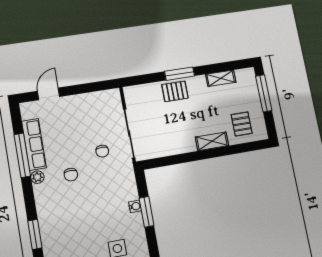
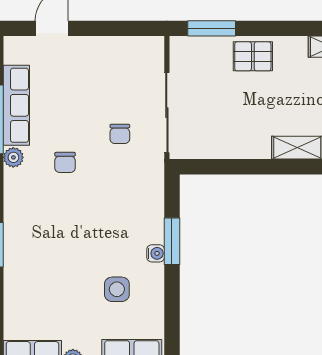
window: (179, 74) -> (212, 28), moved
water cooler: (135, 206) -> (156, 253), moved

